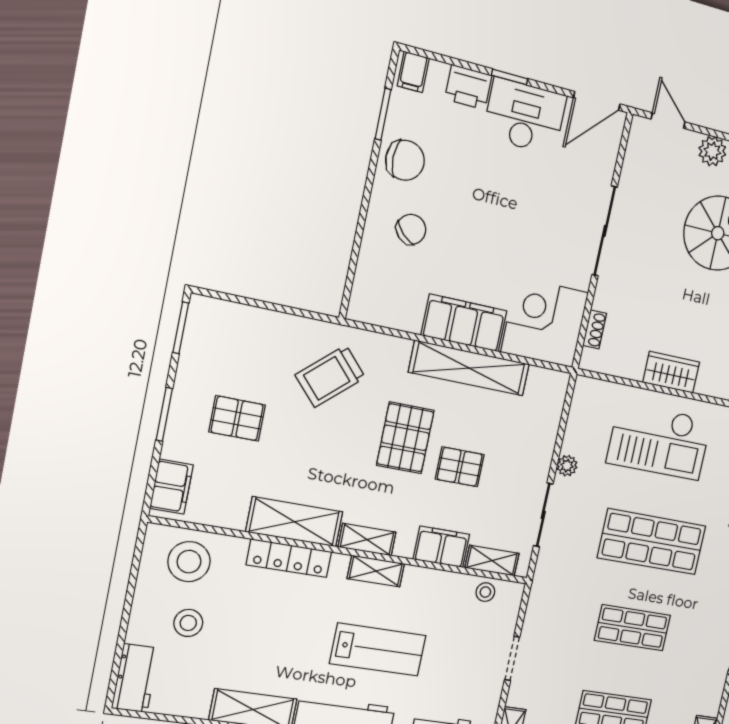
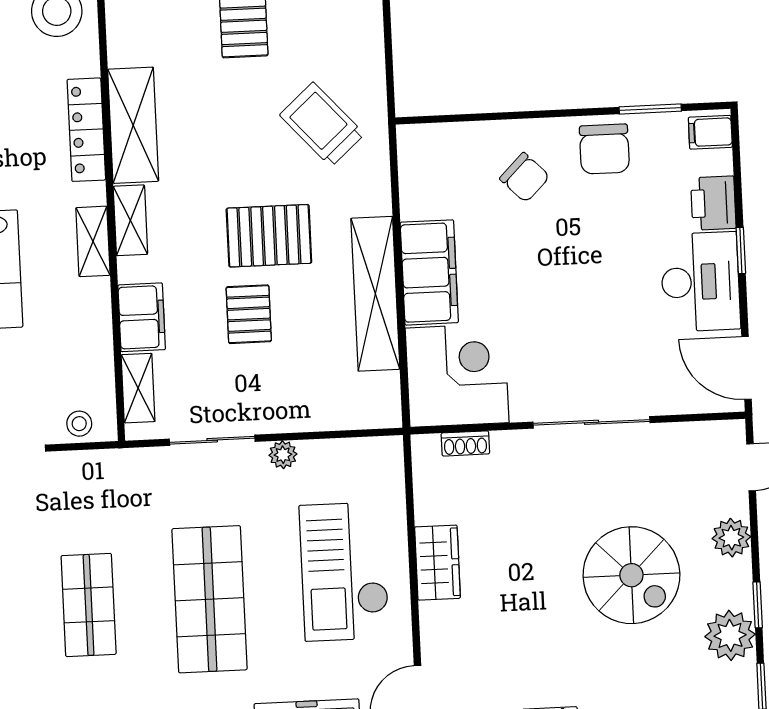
stool: (485, 592) -> (79, 424), moved

